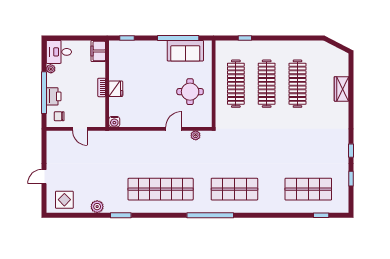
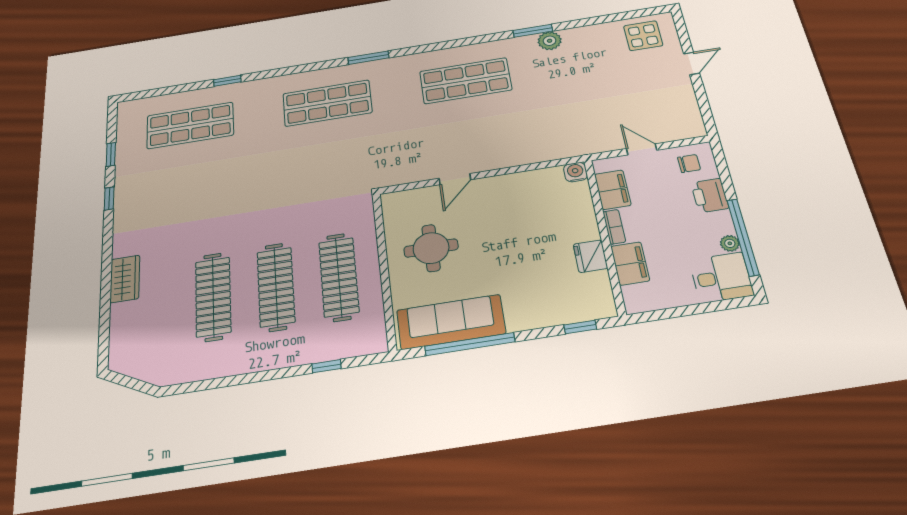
filing cabinet: (98, 51) -> (630, 263), moved
sofa: (185, 51) -> (451, 322), width x1.36
fridge: (116, 89) -> (591, 256), moved
wardrobe: (341, 89) -> (125, 279), moved
window: (44, 93) -> (743, 237), moved
filing cabinet: (98, 108) -> (613, 190), added
plant: (196, 135) -> (411, 175), removed
shop shelf: (161, 189) -> (466, 81), width x0.71
plant: (97, 207) -> (550, 41), moved
window: (210, 215) -> (368, 58), width x0.47
window: (321, 215) -> (227, 81), moved

